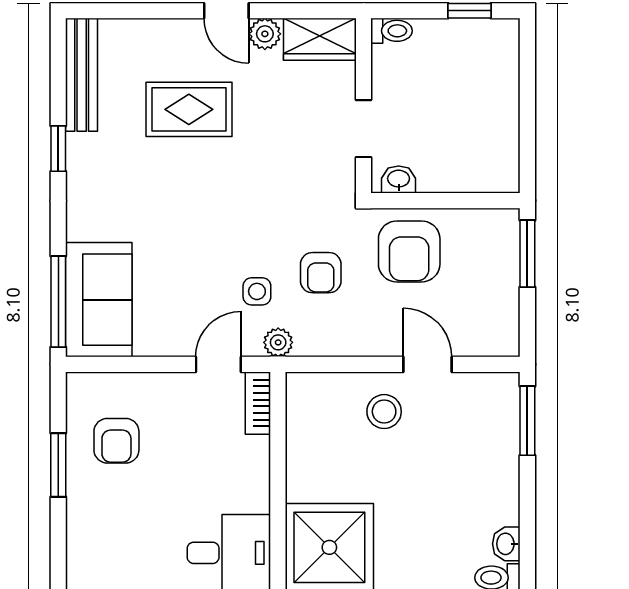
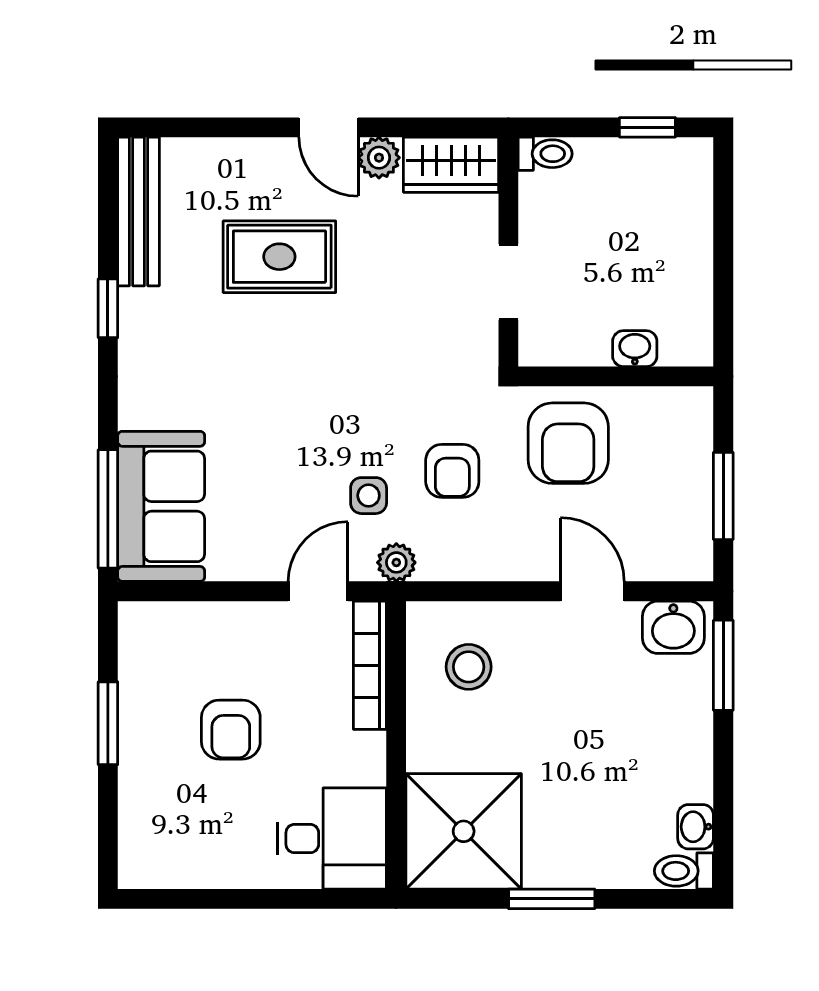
washbasin: (399, 179) -> (635, 349), moved
window: (527, 254) -> (723, 496), moved
washbasin: (489, 392) -> (673, 627), added
bookcase: (258, 403) -> (370, 665), width x1.56
stool: (384, 412) -> (469, 667), moved
armchair: (116, 441) -> (231, 730), moved

